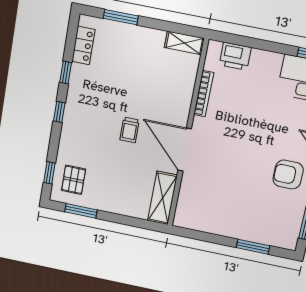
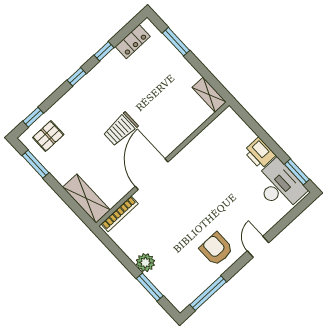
printer: (235, 56) -> (260, 153), moved
bookcase: (204, 94) -> (120, 214), moved
trolley: (130, 130) -> (121, 129), width x1.36, depth x1.39
shelving: (162, 198) -> (86, 199), moved, turned 90
plant: (234, 229) -> (145, 263), added

